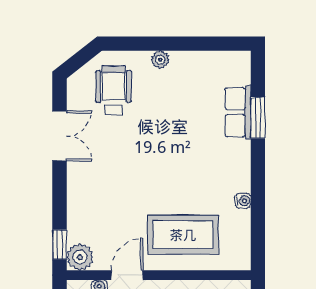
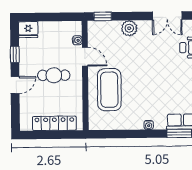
water cooler: (243, 201) -> (149, 125), moved
plant: (80, 257) -> (129, 28), moved

